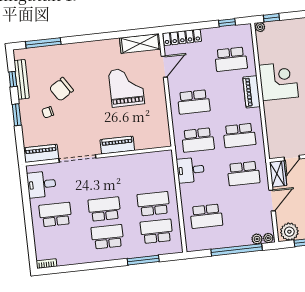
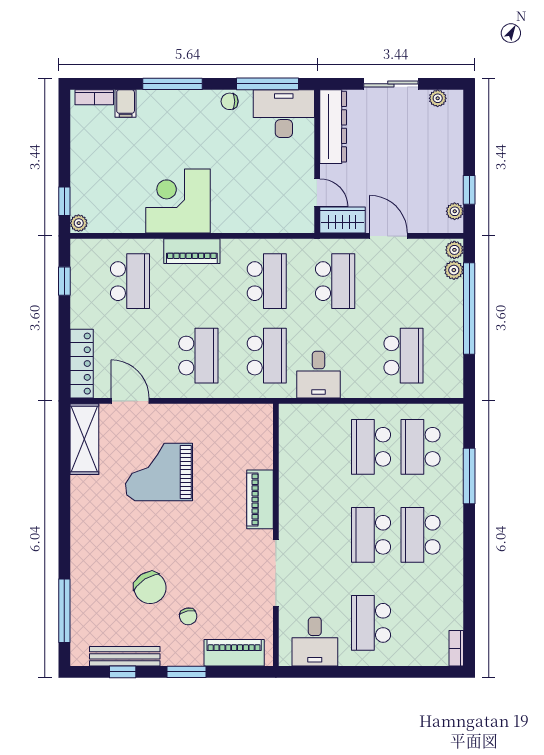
piano: (41, 153) -> (234, 653), moved, turned 90
plant: (289, 232) -> (455, 211), width x0.53, depth x0.53

